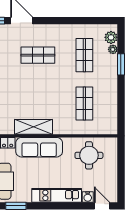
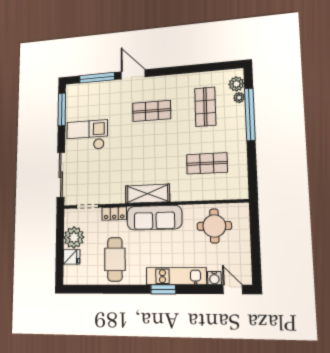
window: (121, 64) -> (250, 114), width x2.11
shop shelf: (84, 104) -> (207, 163), turned 90
window: (16, 206) -> (163, 289), moved

